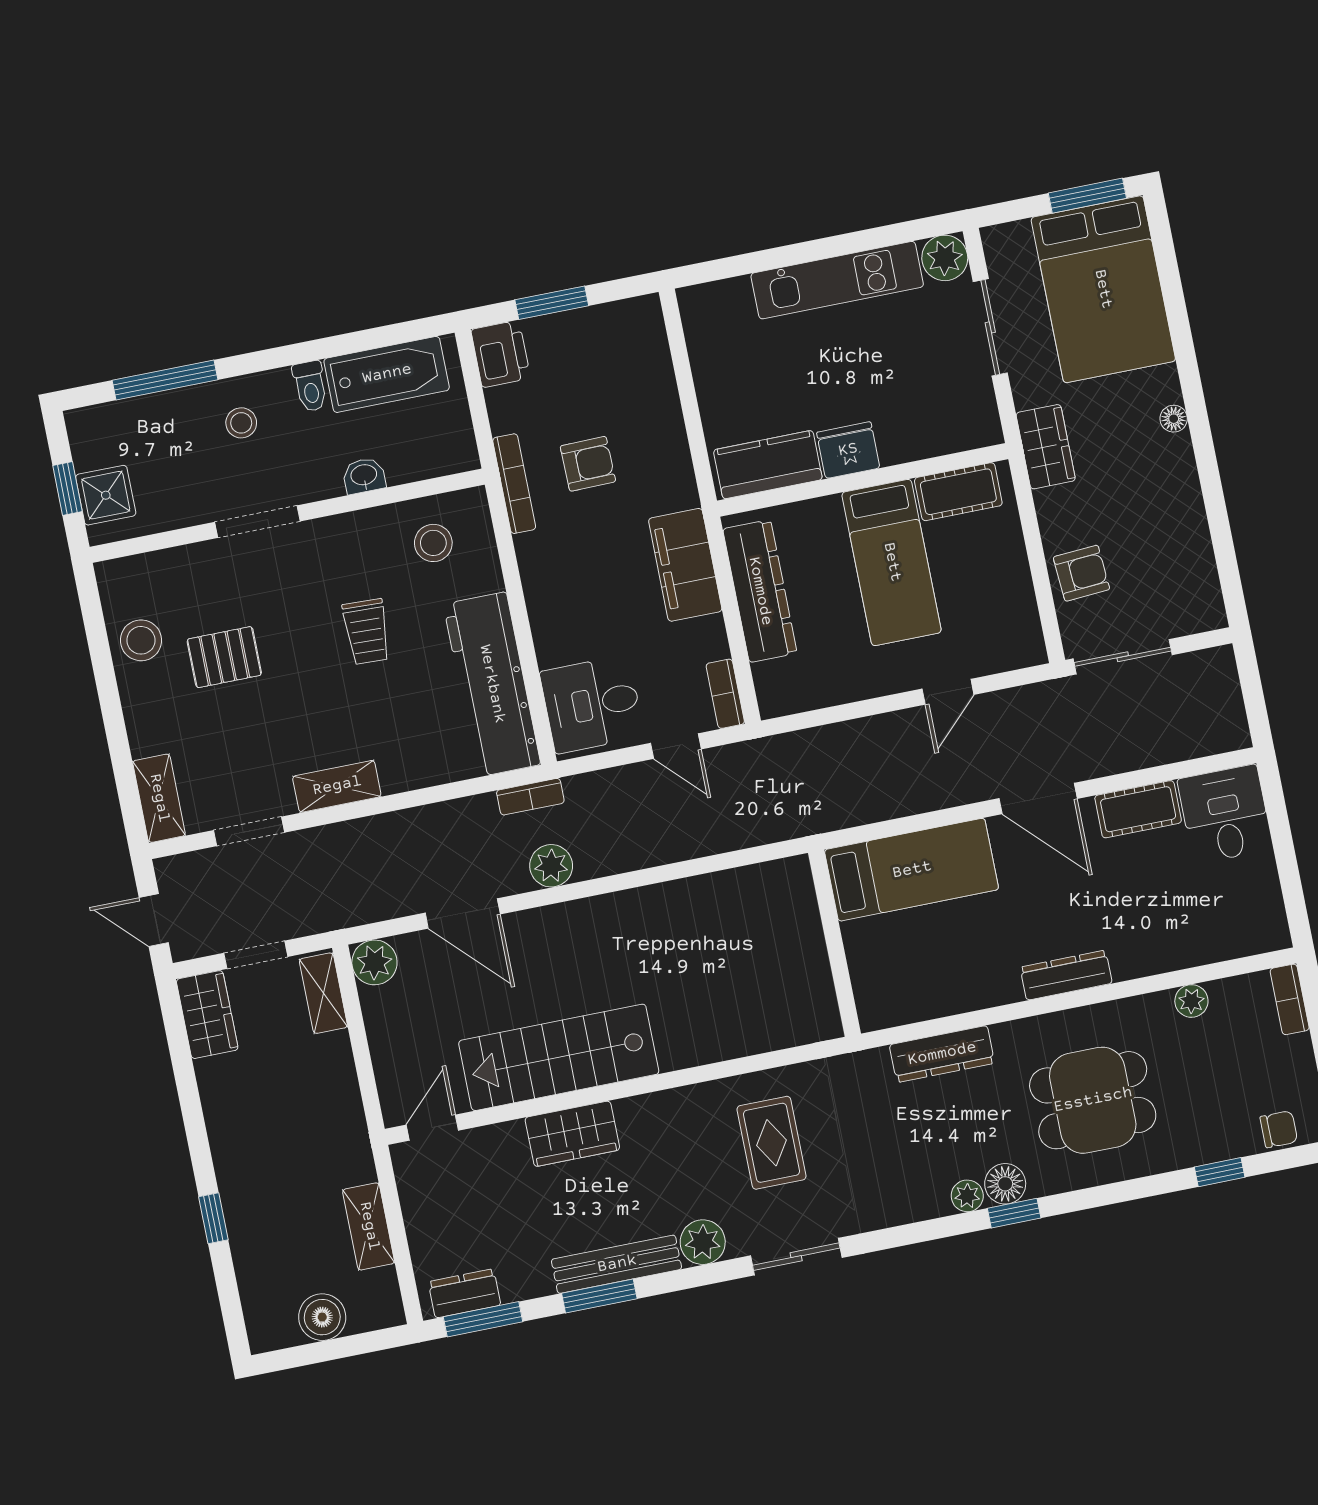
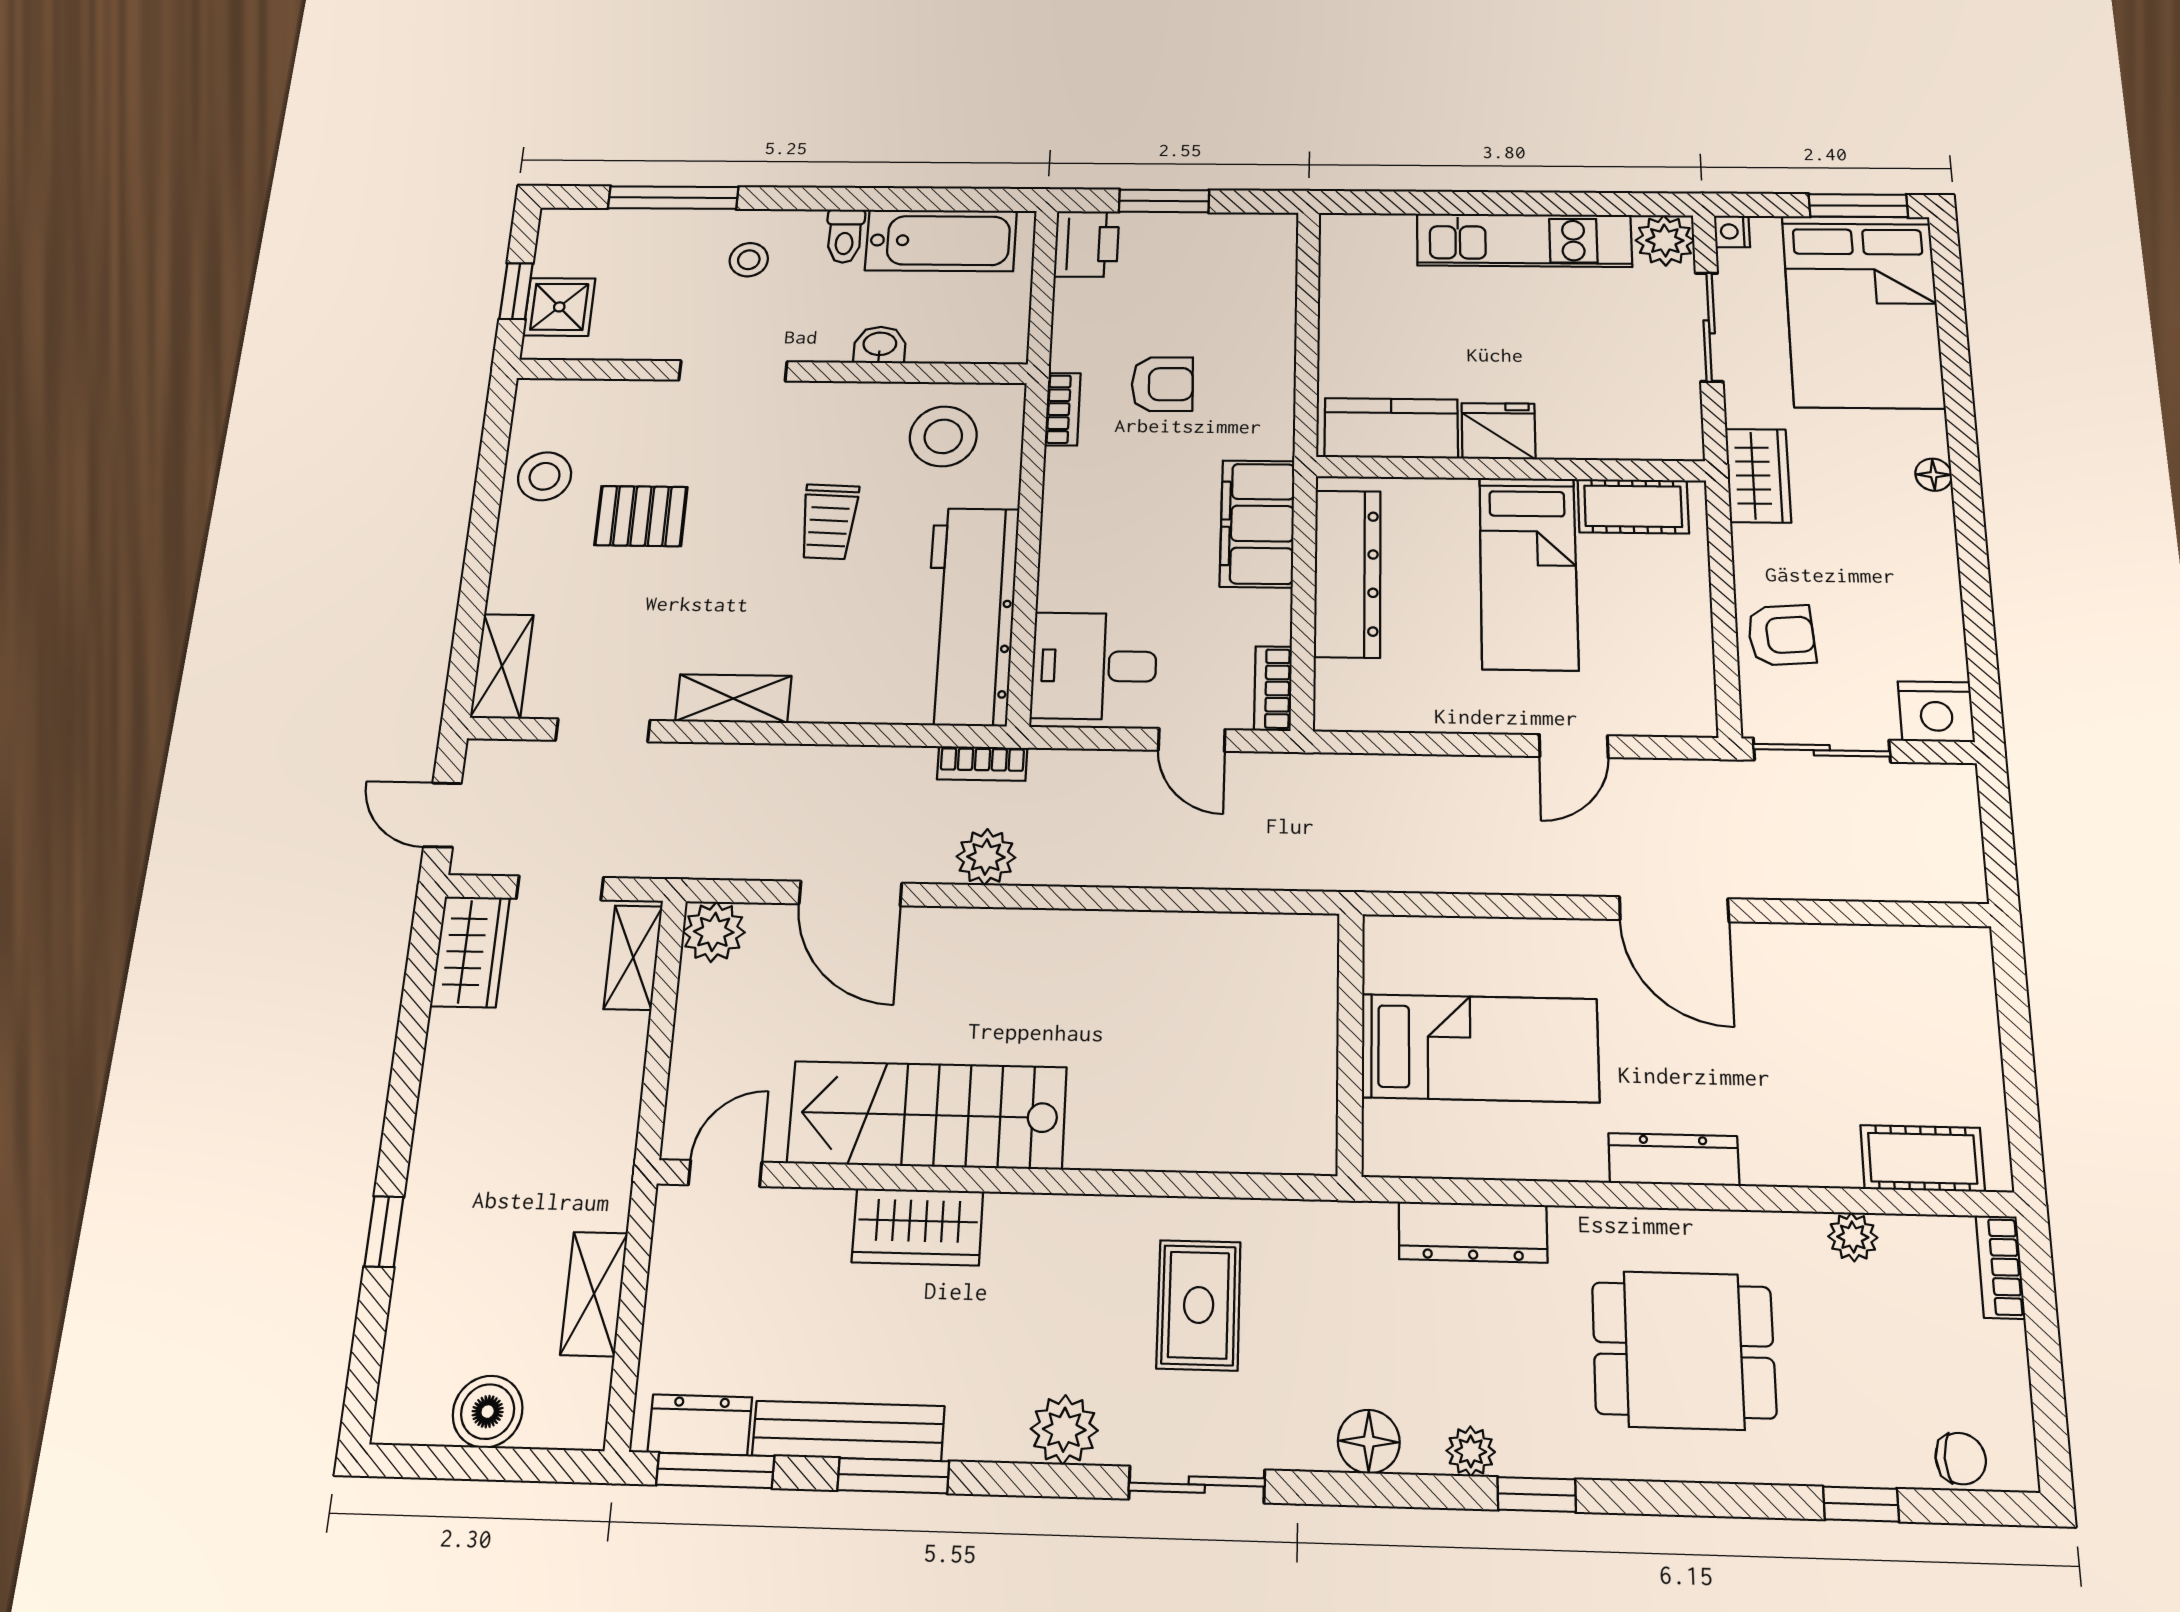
nightstand: (995, 239) -> (1732, 231), added
bookcase: (514, 484) -> (1063, 409), width x0.64
stool: (433, 543) -> (943, 436), width x1.38, depth x1.38
nightstand: (1199, 609) -> (1936, 712), added
cot: (1138, 809) -> (1923, 1158), moved
desk: (1225, 814) -> (1937, 986), removed
bed: (912, 870) -> (1480, 1048), moved
floor lamp: (1005, 1184) -> (1369, 1442), moved
bench: (617, 1264) -> (848, 1431), moved

